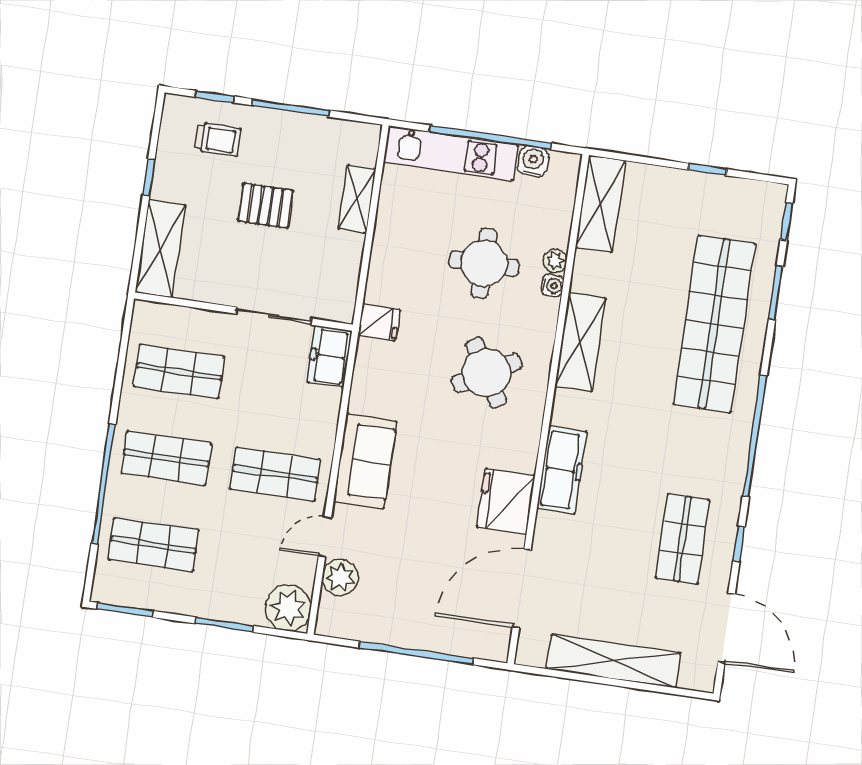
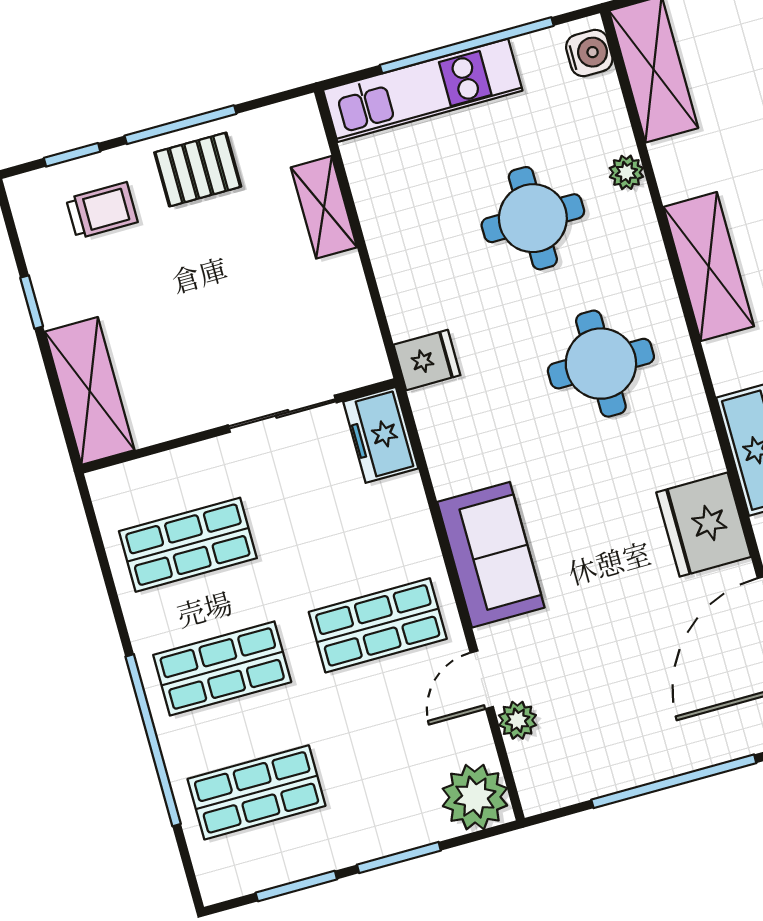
water cooler: (533, 161) -> (589, 53), moved, turned 90
pallet: (265, 206) -> (198, 170), moved
water cooler: (552, 286) -> (638, 207), removed
round table: (486, 373) -> (601, 364), turned 30
plant: (340, 577) -> (518, 720), width x0.73, depth x0.73
window: (125, 610) -> (296, 886), moved

